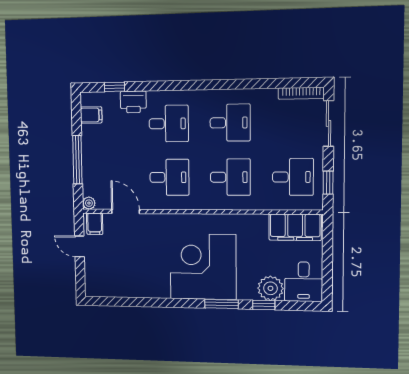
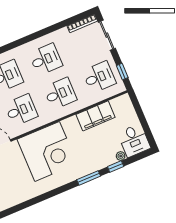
filing cabinet: (295, 227) -> (95, 116), moved
corner desk: (203, 267) -> (47, 151), moved, turned 180
plant: (270, 288) -> (121, 156), width x0.53, depth x0.53

